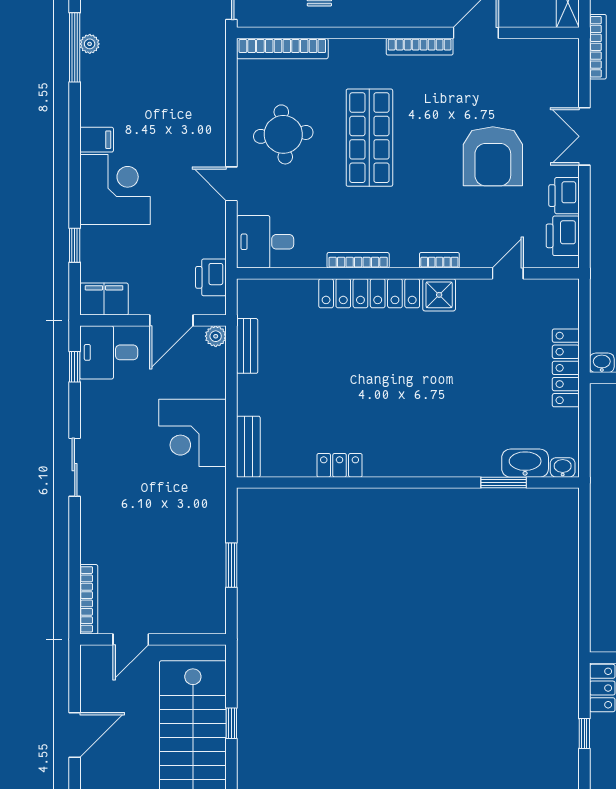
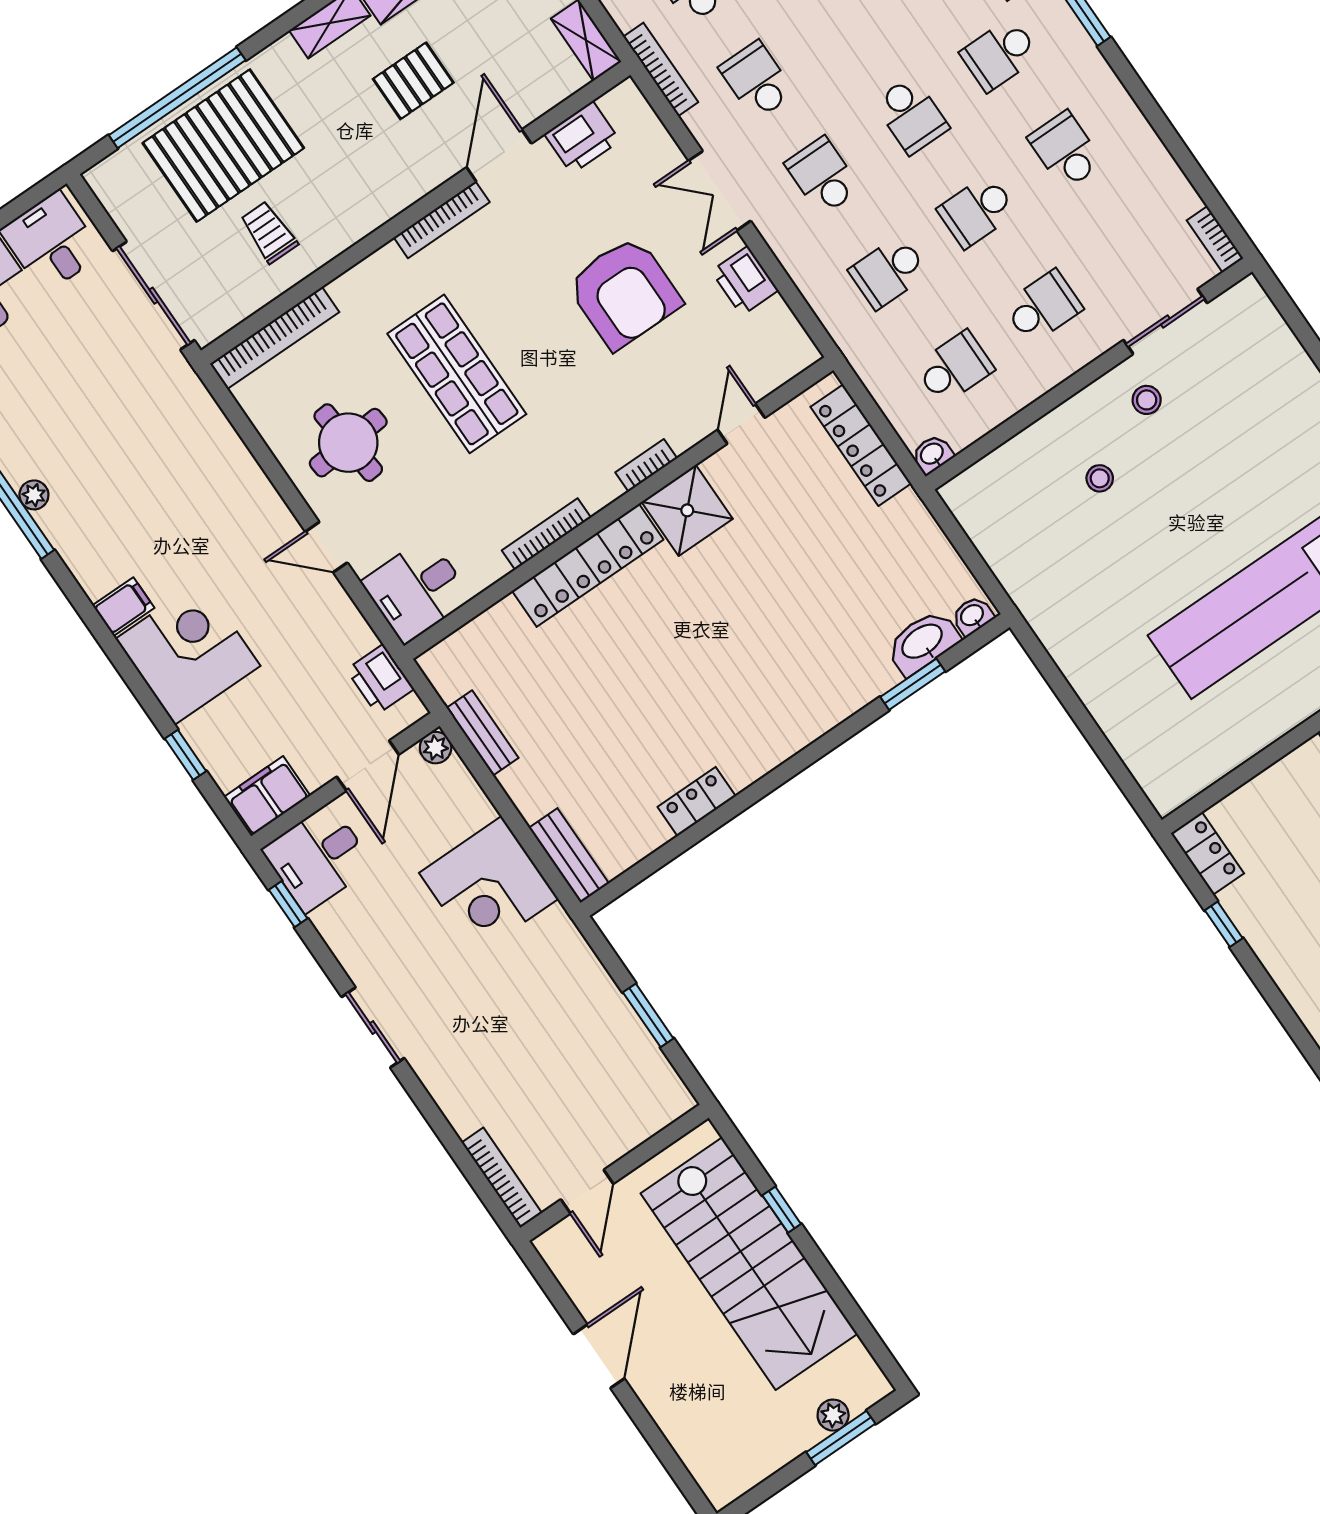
printer: (563, 236) -> (582, 137), moved, turned -90
shower: (439, 295) -> (687, 510), width x1.36, depth x1.36
locker: (566, 368) -> (861, 445), moved

